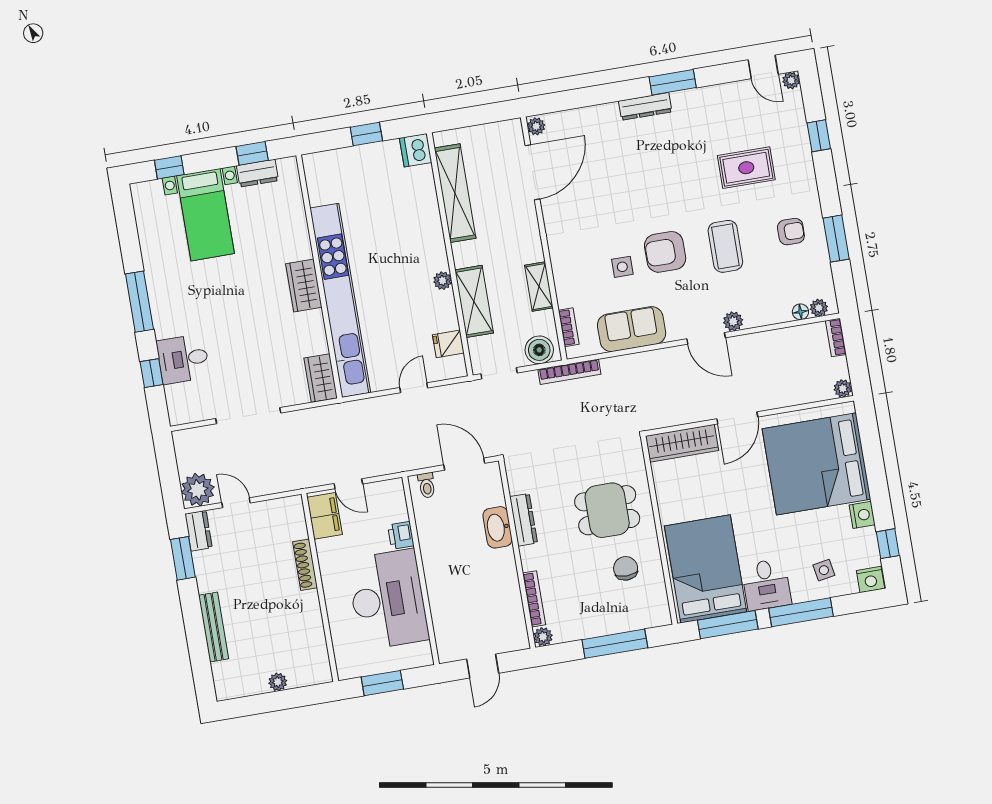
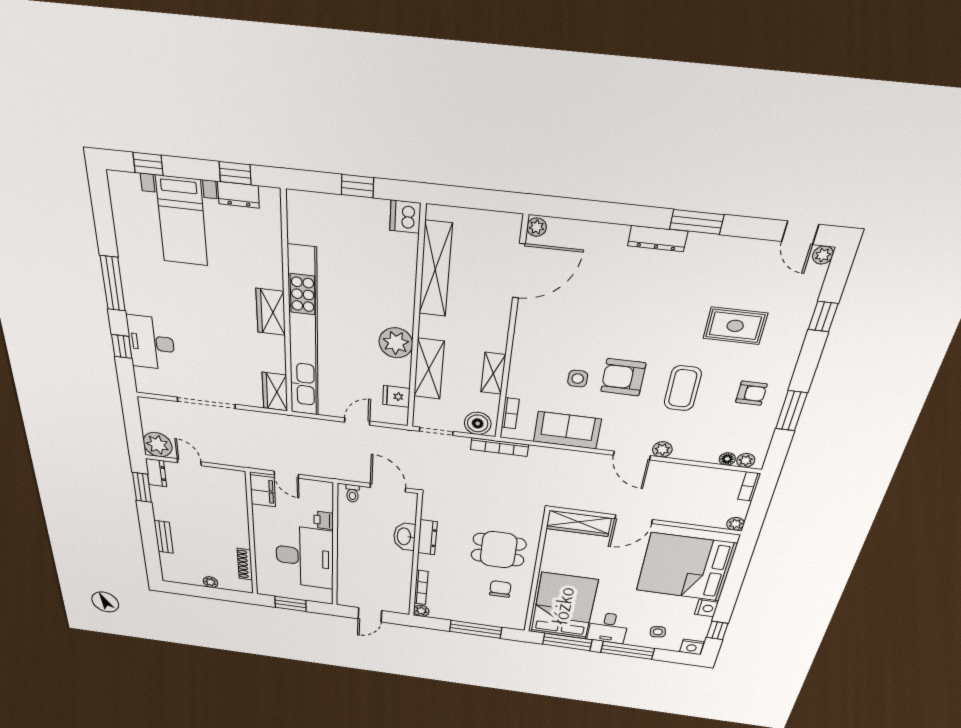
plant: (443, 281) -> (396, 343), width x1.88, depth x1.88
desk: (183, 359) -> (151, 343), width x1.37
shoe rack: (305, 565) -> (245, 564), moved
bench: (214, 627) -> (164, 537), width x0.73

